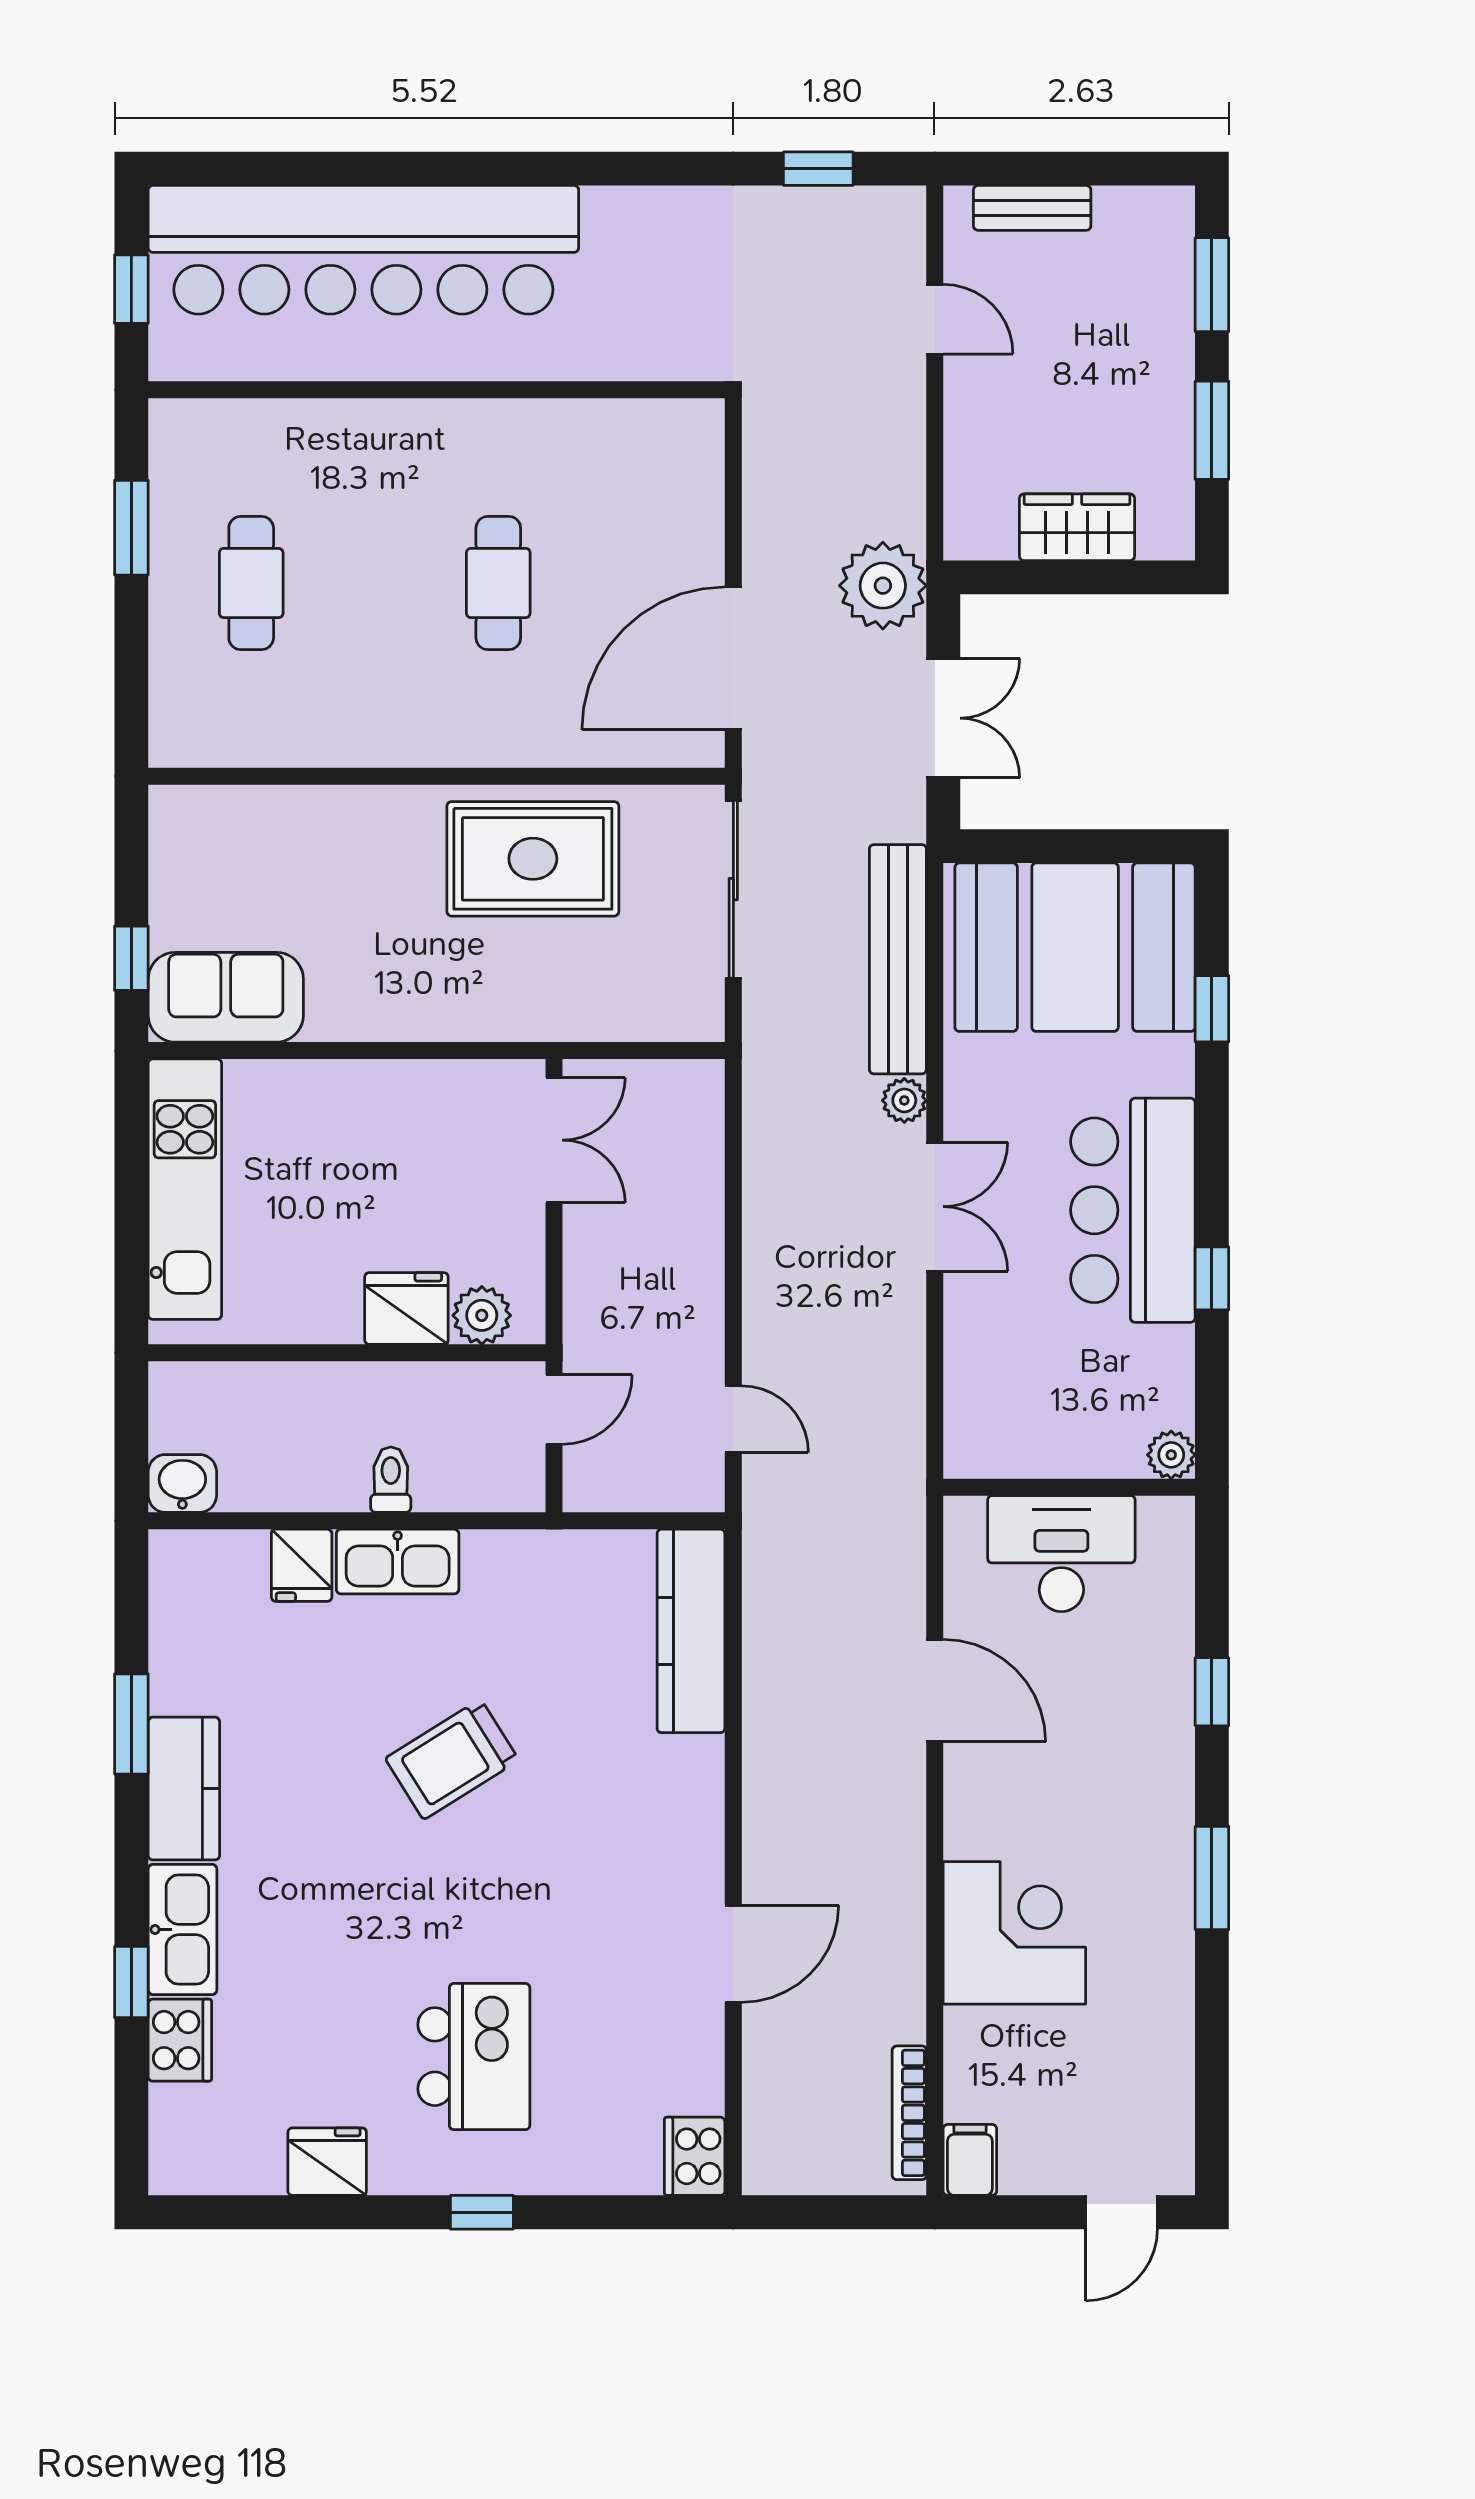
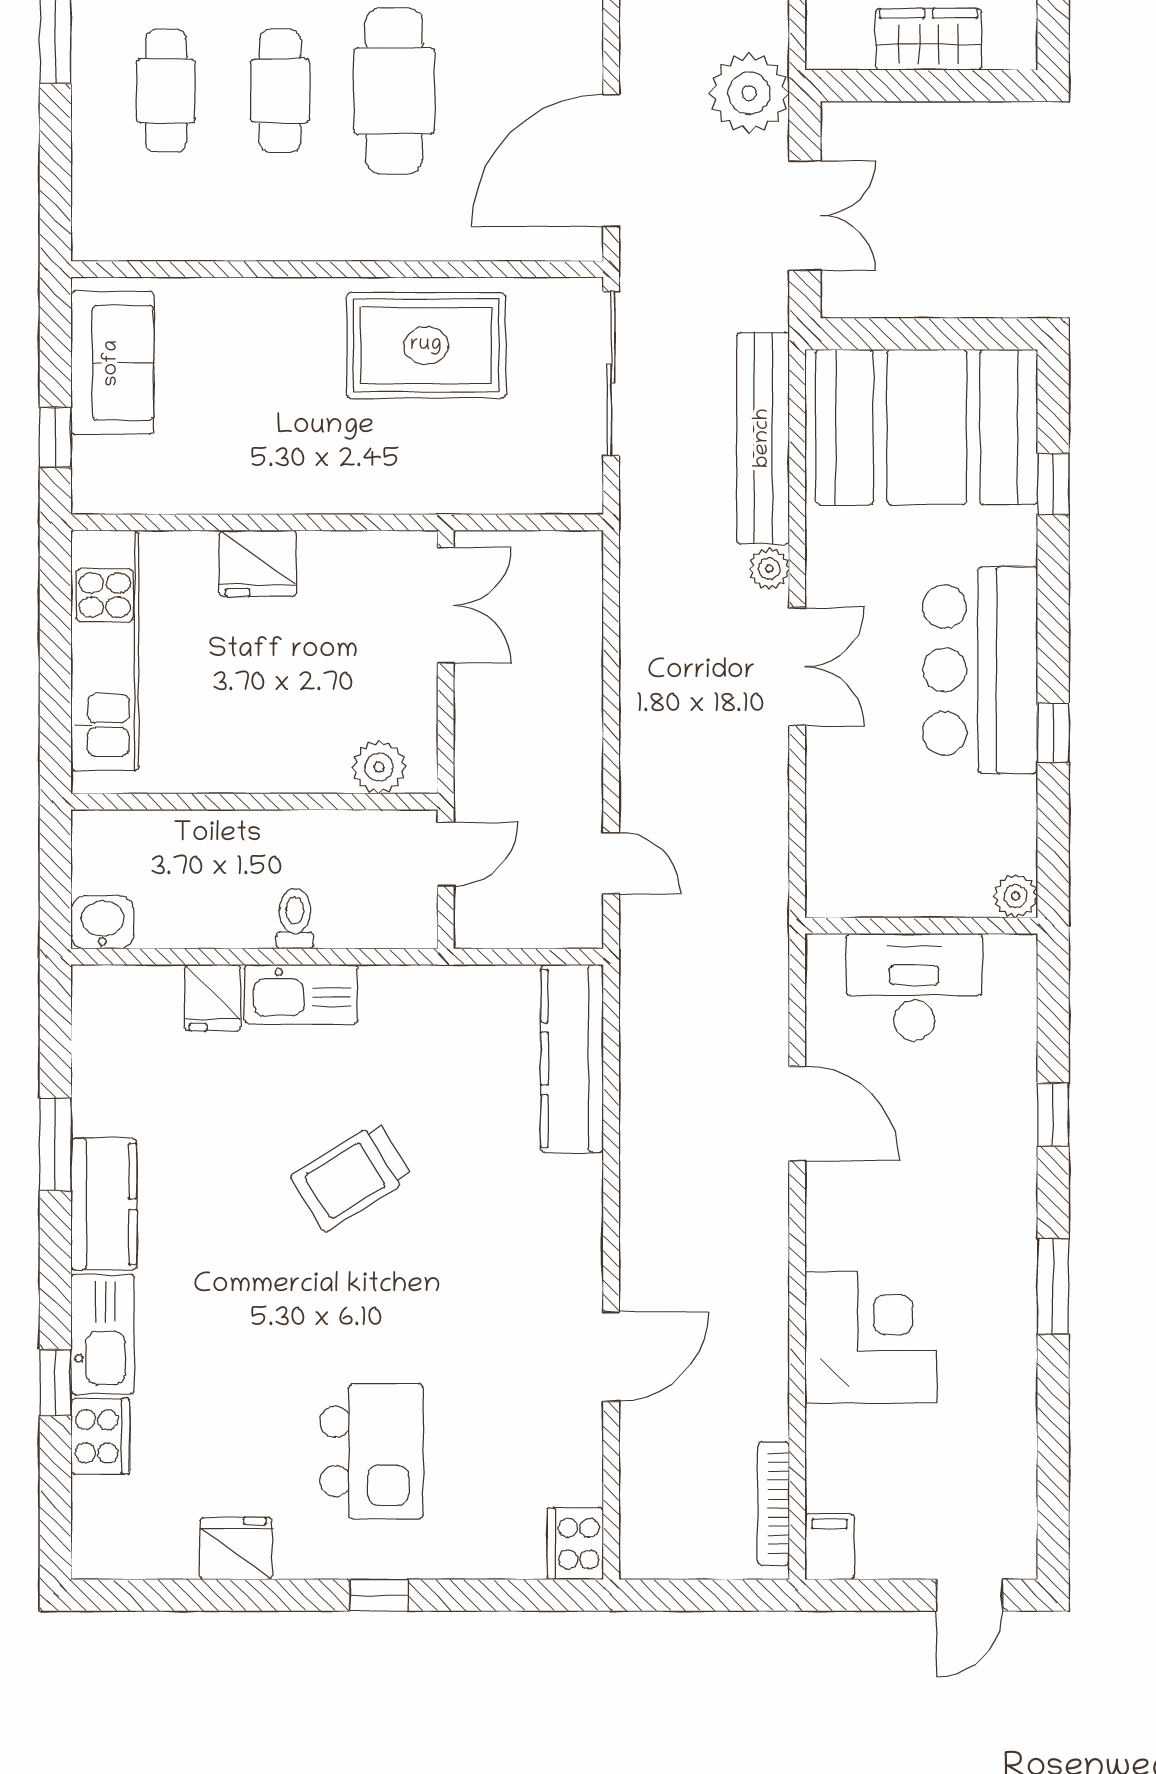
cafe table: (375, 583) -> (280, 91), added
cafe table: (498, 583) -> (394, 91), width x1.37, depth x1.35
sofa: (226, 997) -> (112, 363), moved, turned 90
fridge: (406, 1308) -> (258, 563), moved, turned 180

